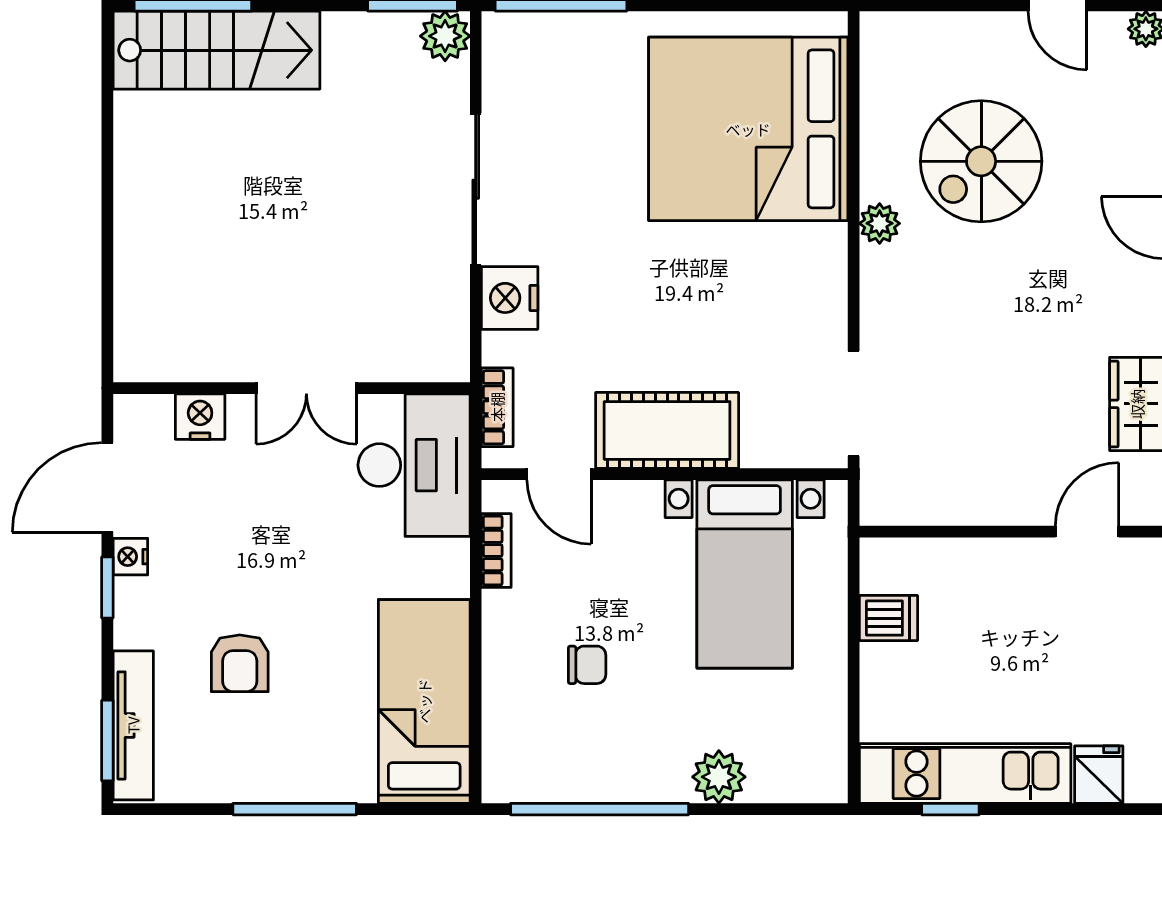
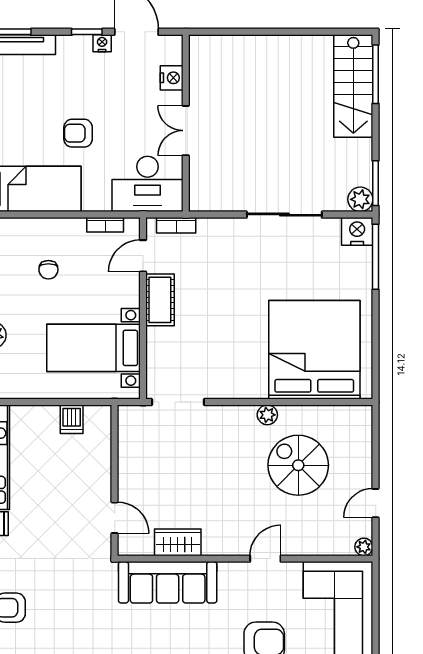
nightstand: (510, 298) -> (357, 231), moved
cot: (667, 430) -> (160, 300), width x0.73, depth x0.75
armchair: (240, 663) -> (78, 133), moved

